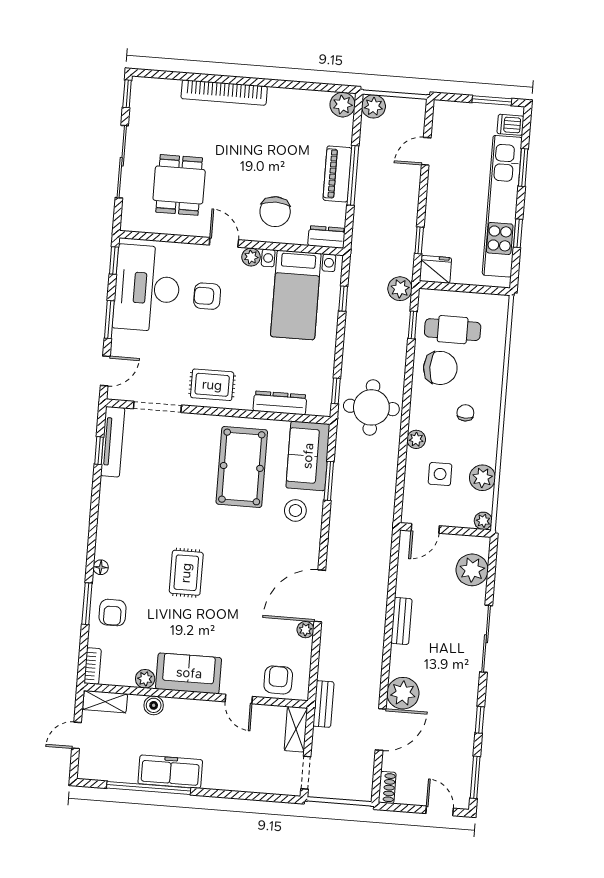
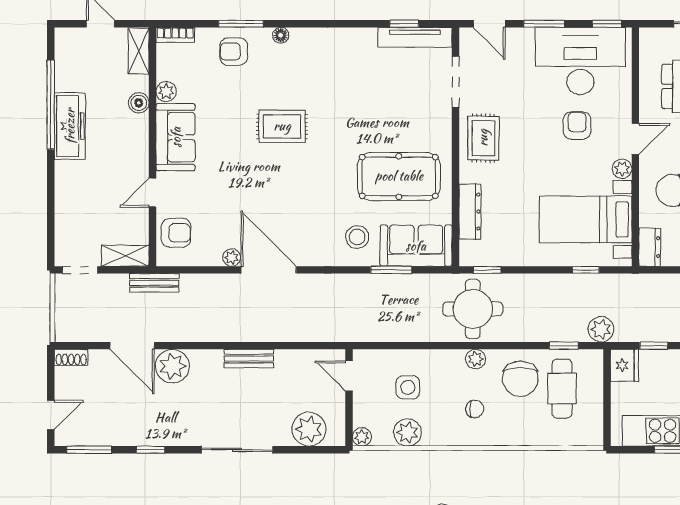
plant: (416, 439) -> (476, 359), moved

